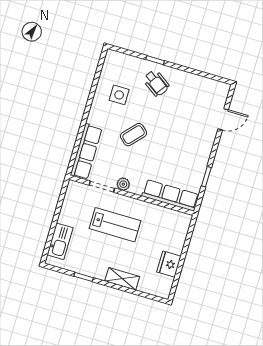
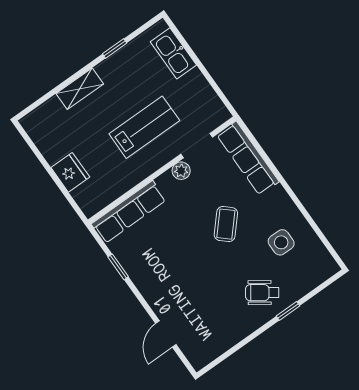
lab bench: (115, 225) -> (144, 127), turned 180
fridge: (169, 264) -> (70, 172), moved

